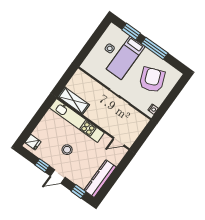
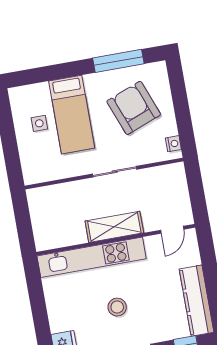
window: (131, 32) -> (44, 74), removed
window: (155, 48) -> (118, 61), moved
shelving: (74, 101) -> (114, 227), moved

